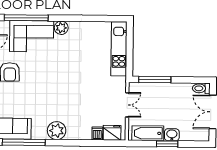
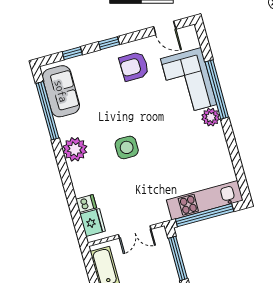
window: (26, 18) -> (217, 90), moved
window: (129, 52) -> (205, 215), added
side table: (66, 94) -> (127, 147), added

